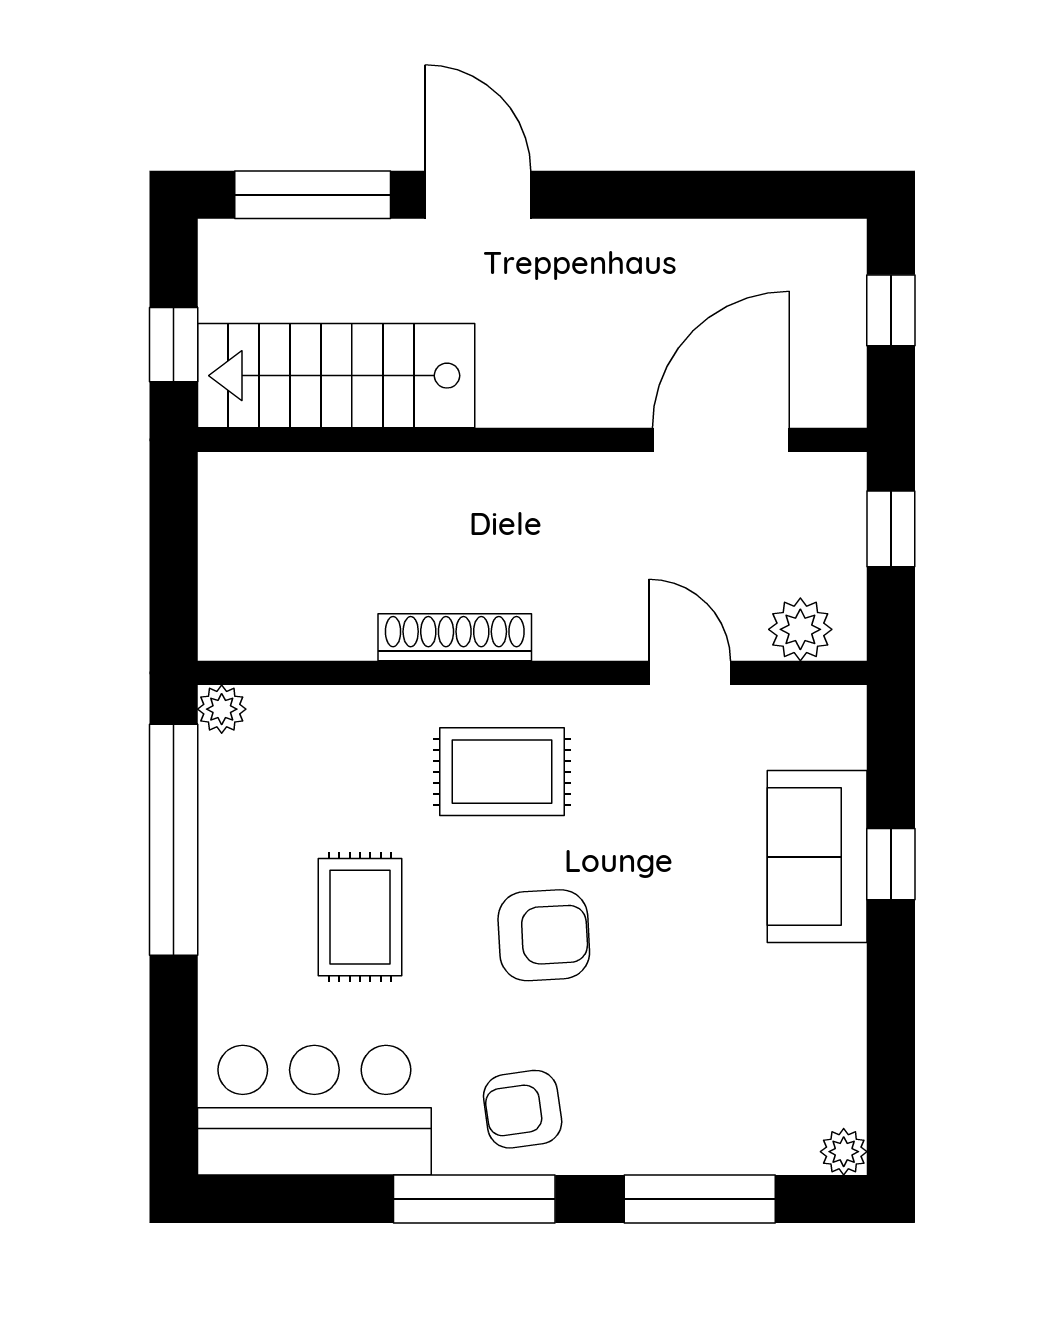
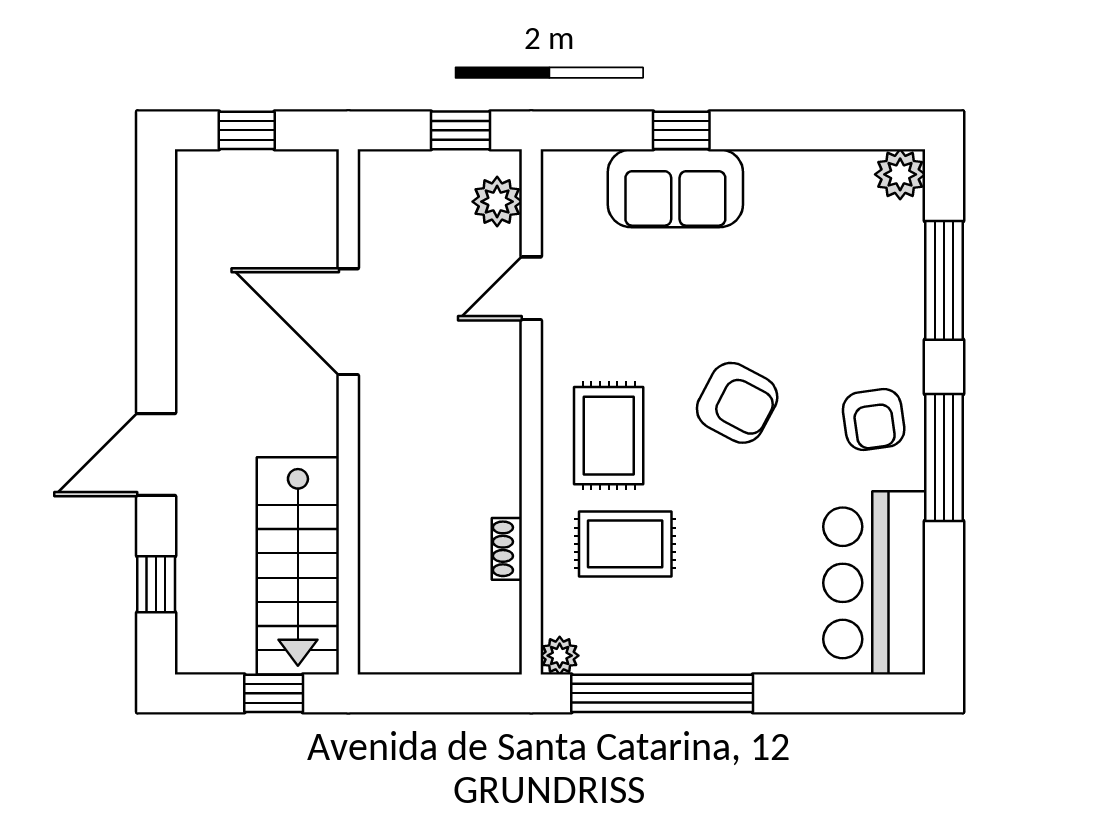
window: (313, 195) -> (156, 584), width x0.46
door: (721, 440) -> (348, 322), moved
window: (891, 529) -> (461, 130), moved
shoe rack: (455, 637) -> (507, 549), moved, width x0.51, depth x0.81
rug: (360, 917) -> (625, 544), moved
armchair: (544, 935) -> (737, 403), turned 121
plant: (844, 1152) -> (900, 174), width x1.38, depth x1.38

